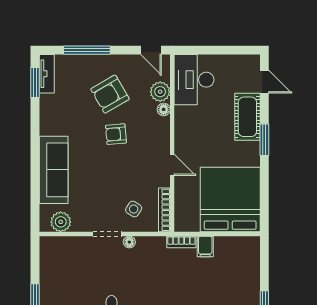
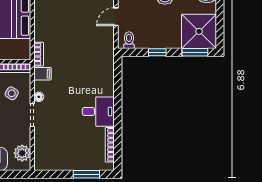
filing cabinet: (205, 247) -> (42, 74), moved

